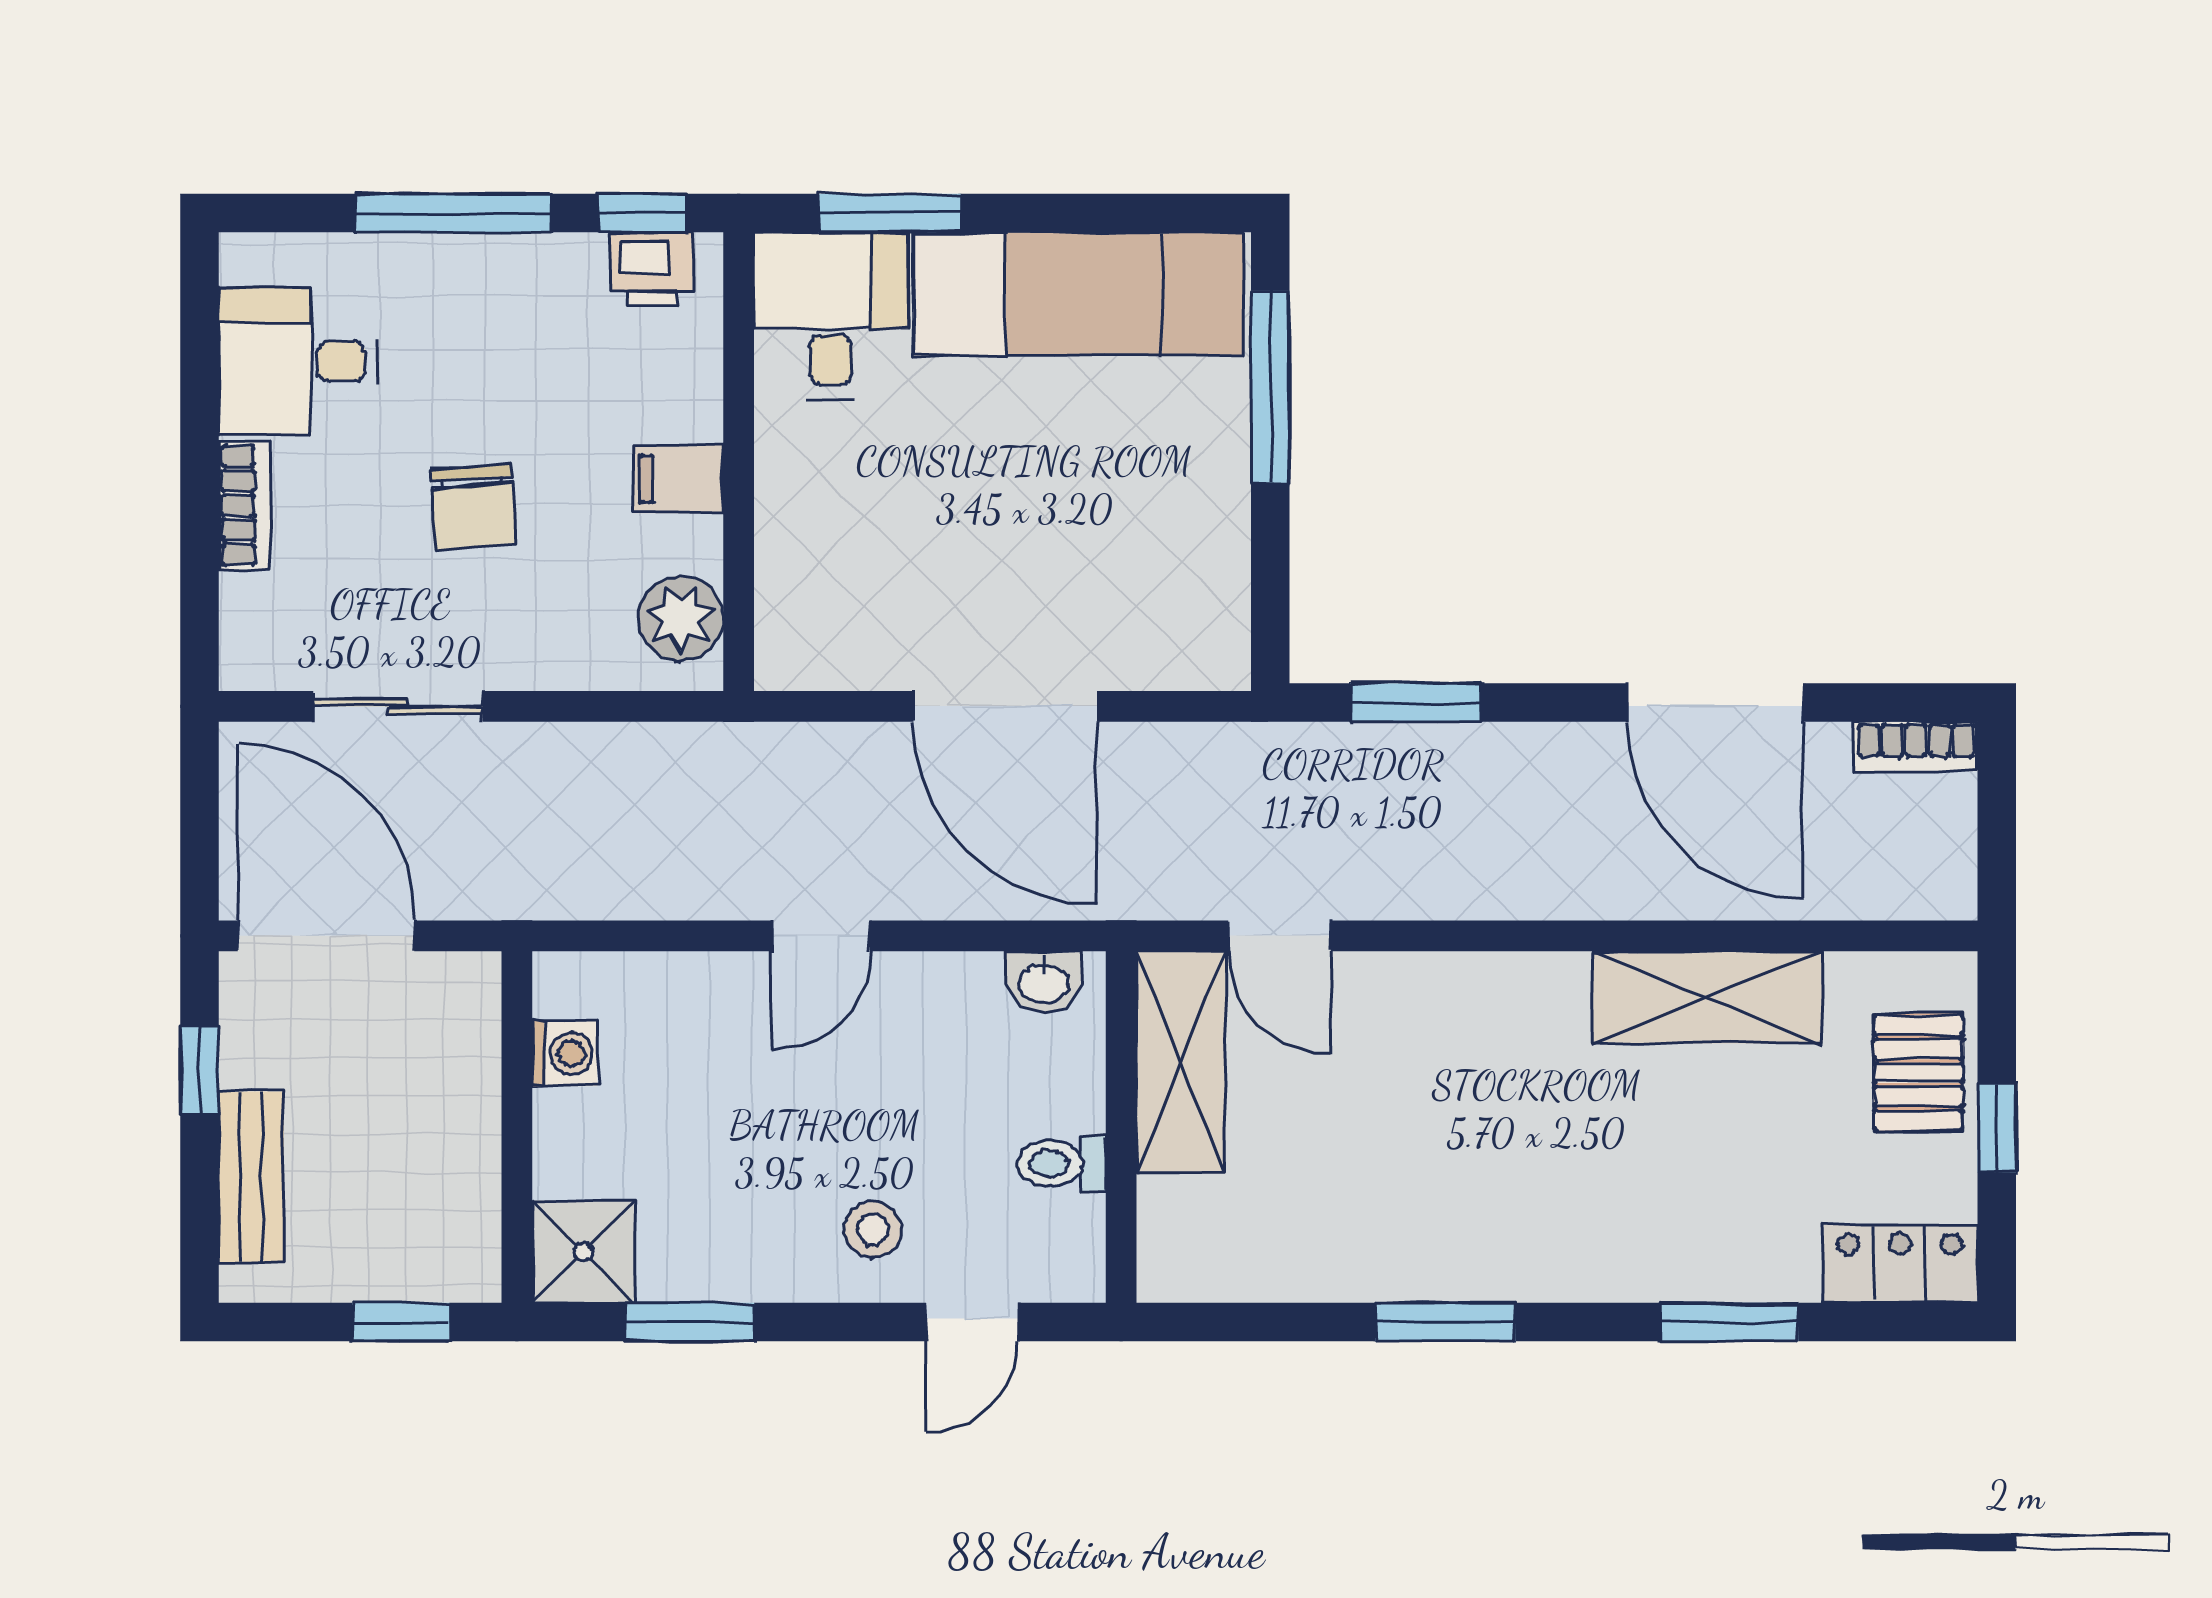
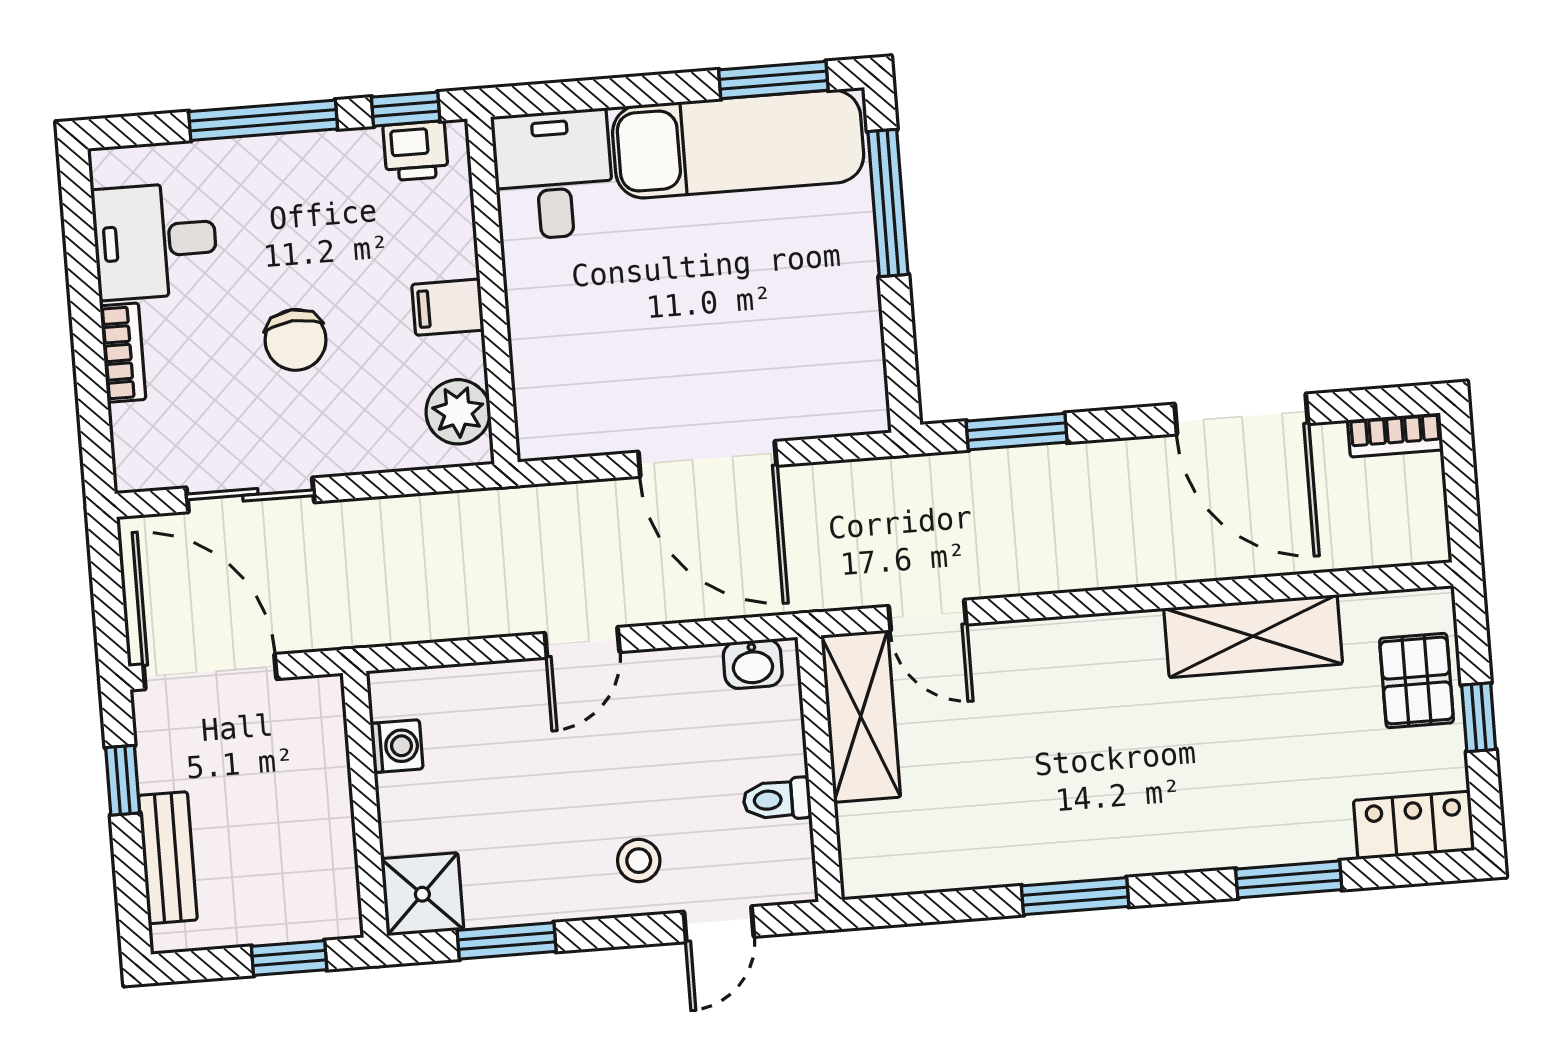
window: (889, 213) -> (773, 80), moved

